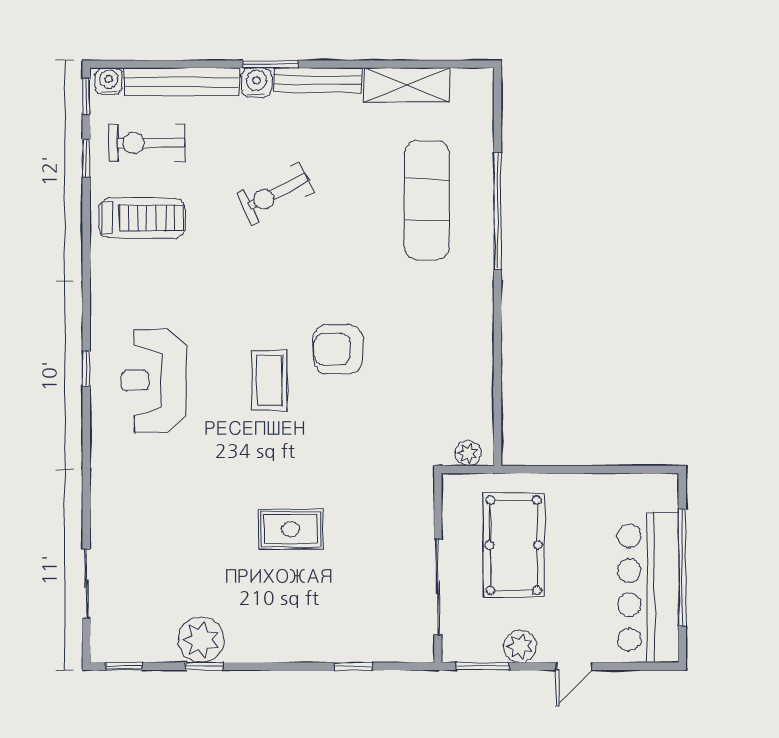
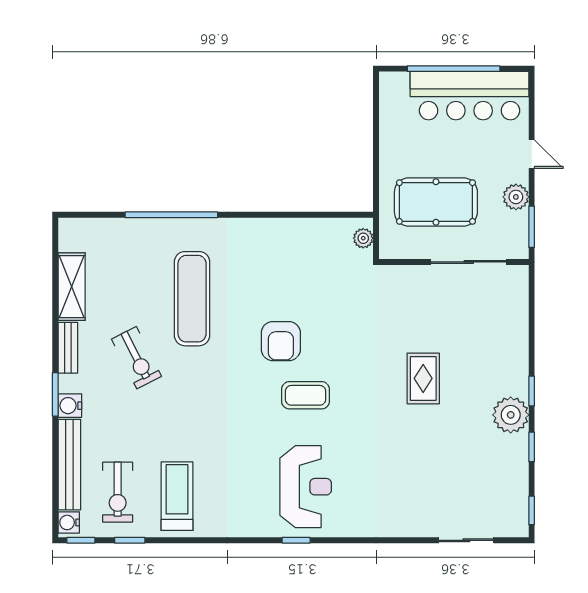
bench: (318, 80) -> (68, 348), width x0.73
exercise bike: (275, 193) -> (137, 358), moved
exercise mat: (427, 200) -> (192, 299), moved, turned 90
reception desk: (154, 381) -> (306, 487), turned -90
plant: (201, 640) -> (511, 415), moved
window: (353, 666) -> (532, 391), moved

